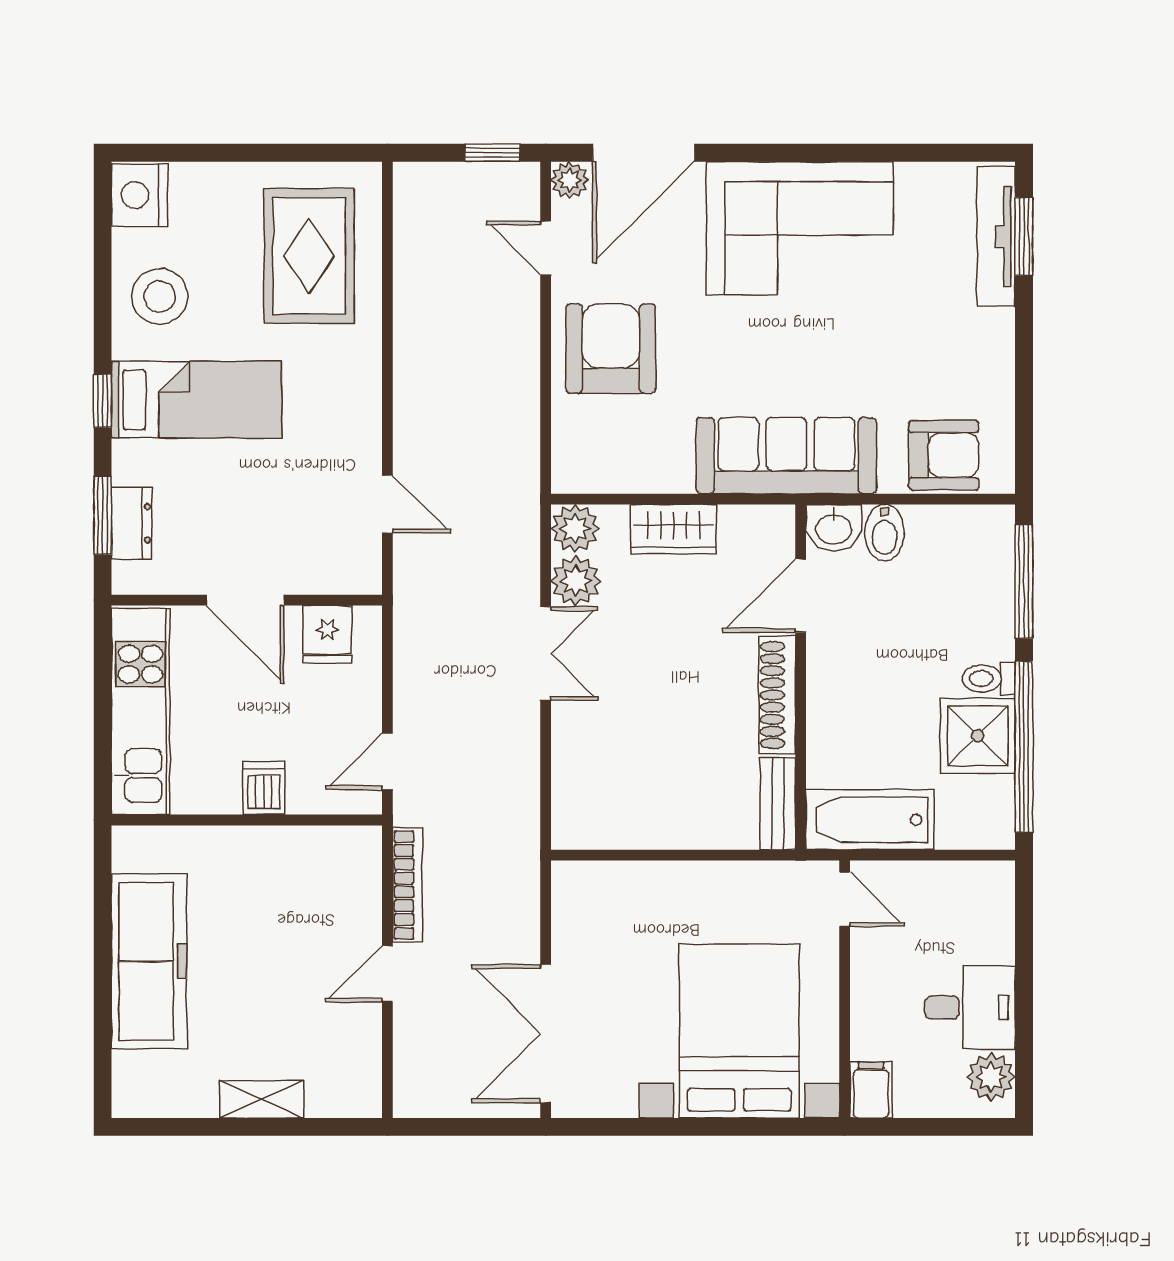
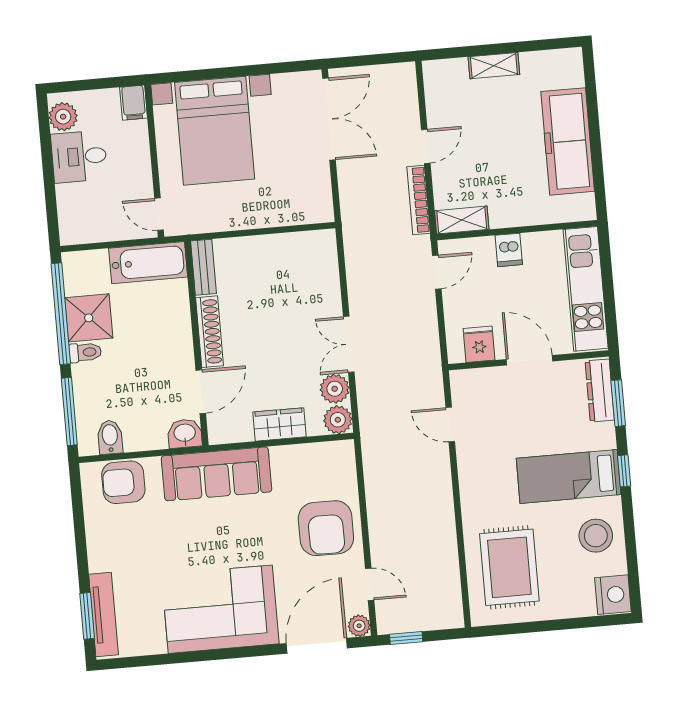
dresser: (132, 523) -> (600, 390), width x1.44
bidet: (885, 533) -> (110, 437), moved
shelving: (338, 845) -> (462, 220), added

